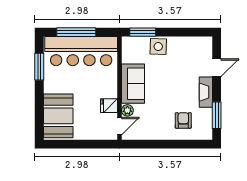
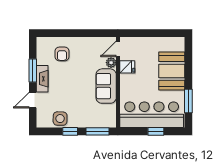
window: (76, 32) -> (156, 131), width x0.46
window: (174, 32) -> (70, 131), added
side table: (158, 47) -> (60, 119), moved
window: (217, 115) -> (33, 71), moved
booth: (58, 116) -> (172, 71), moved

